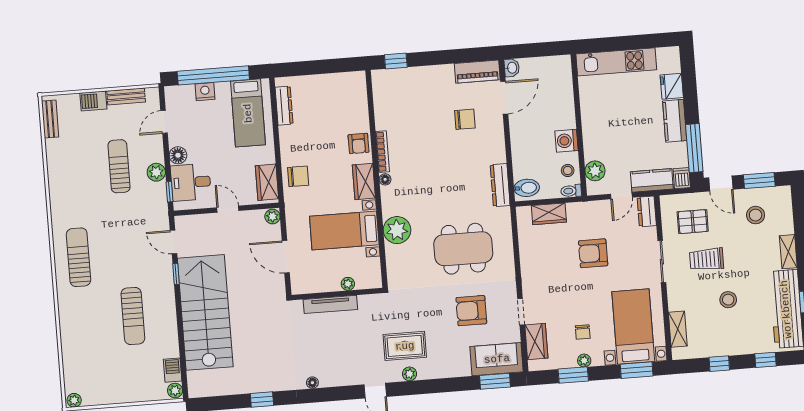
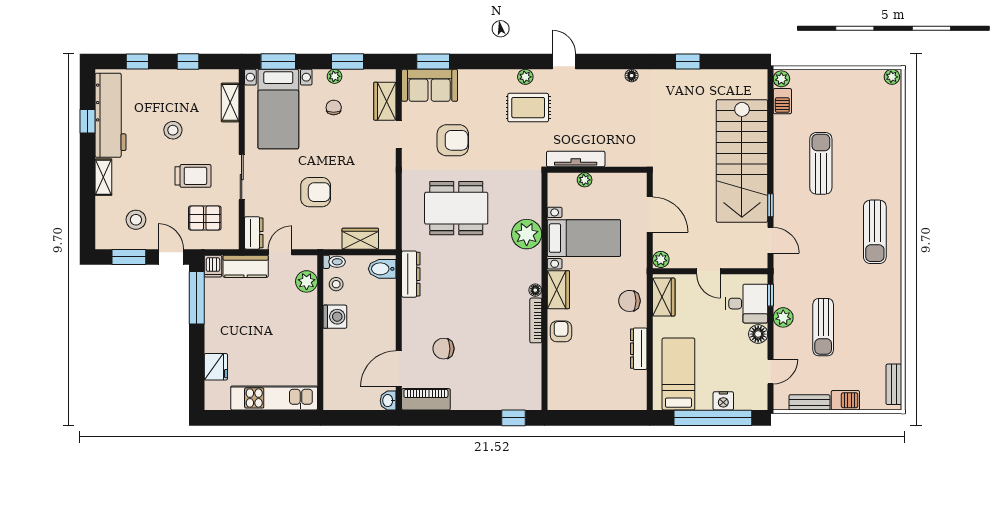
dresser: (284, 106) -> (639, 349), moved
kitchen counter: (675, 121) -> (216, 329), removed
tv unit: (330, 304) -> (576, 159), moved

